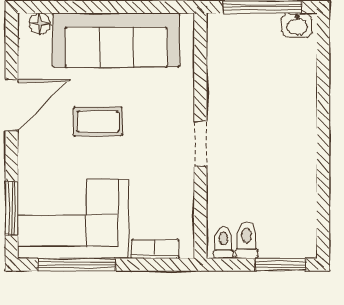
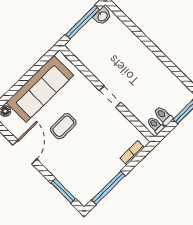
corner sofa: (73, 219) -> (90, 172), removed

